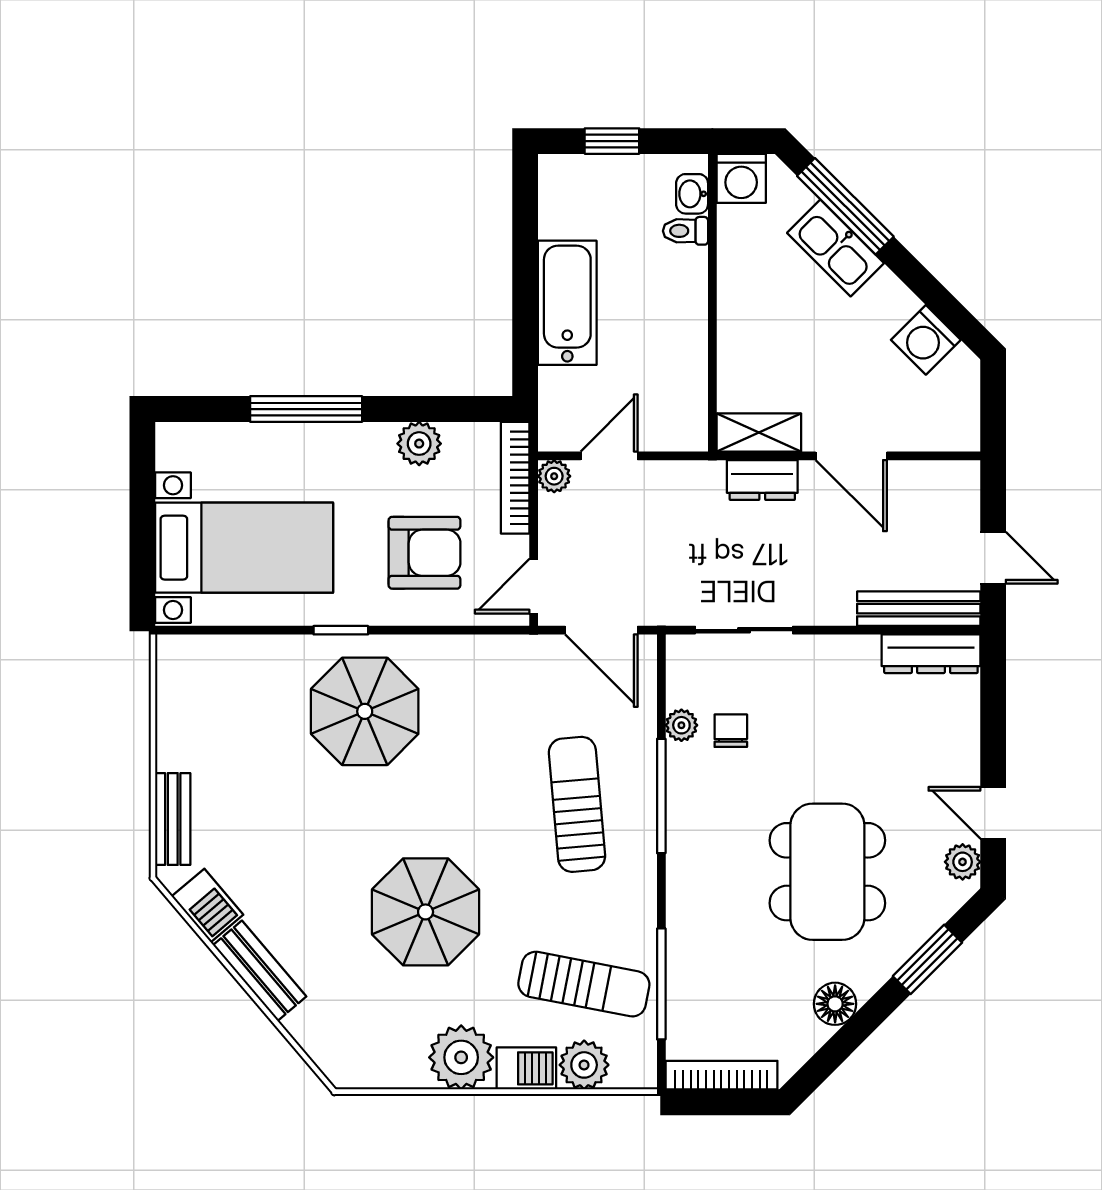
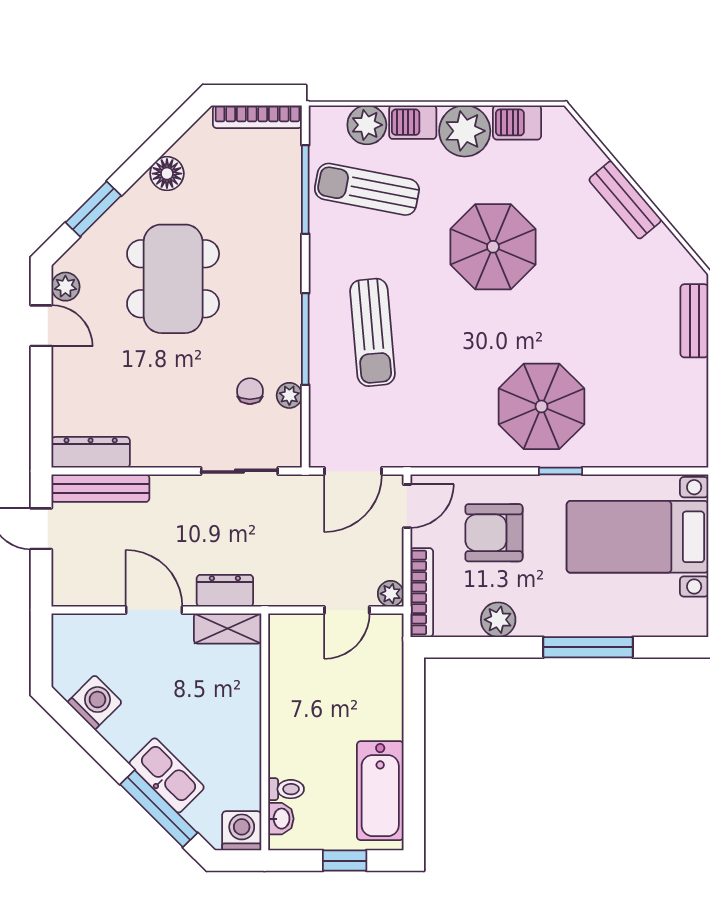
bathtub: (567, 303) -> (380, 791), moved
door: (601, 630) -> (353, 471), swing flipped
chair: (731, 731) -> (250, 391), turned 180
barbecue: (207, 906) -> (517, 122), moved, turned -50

